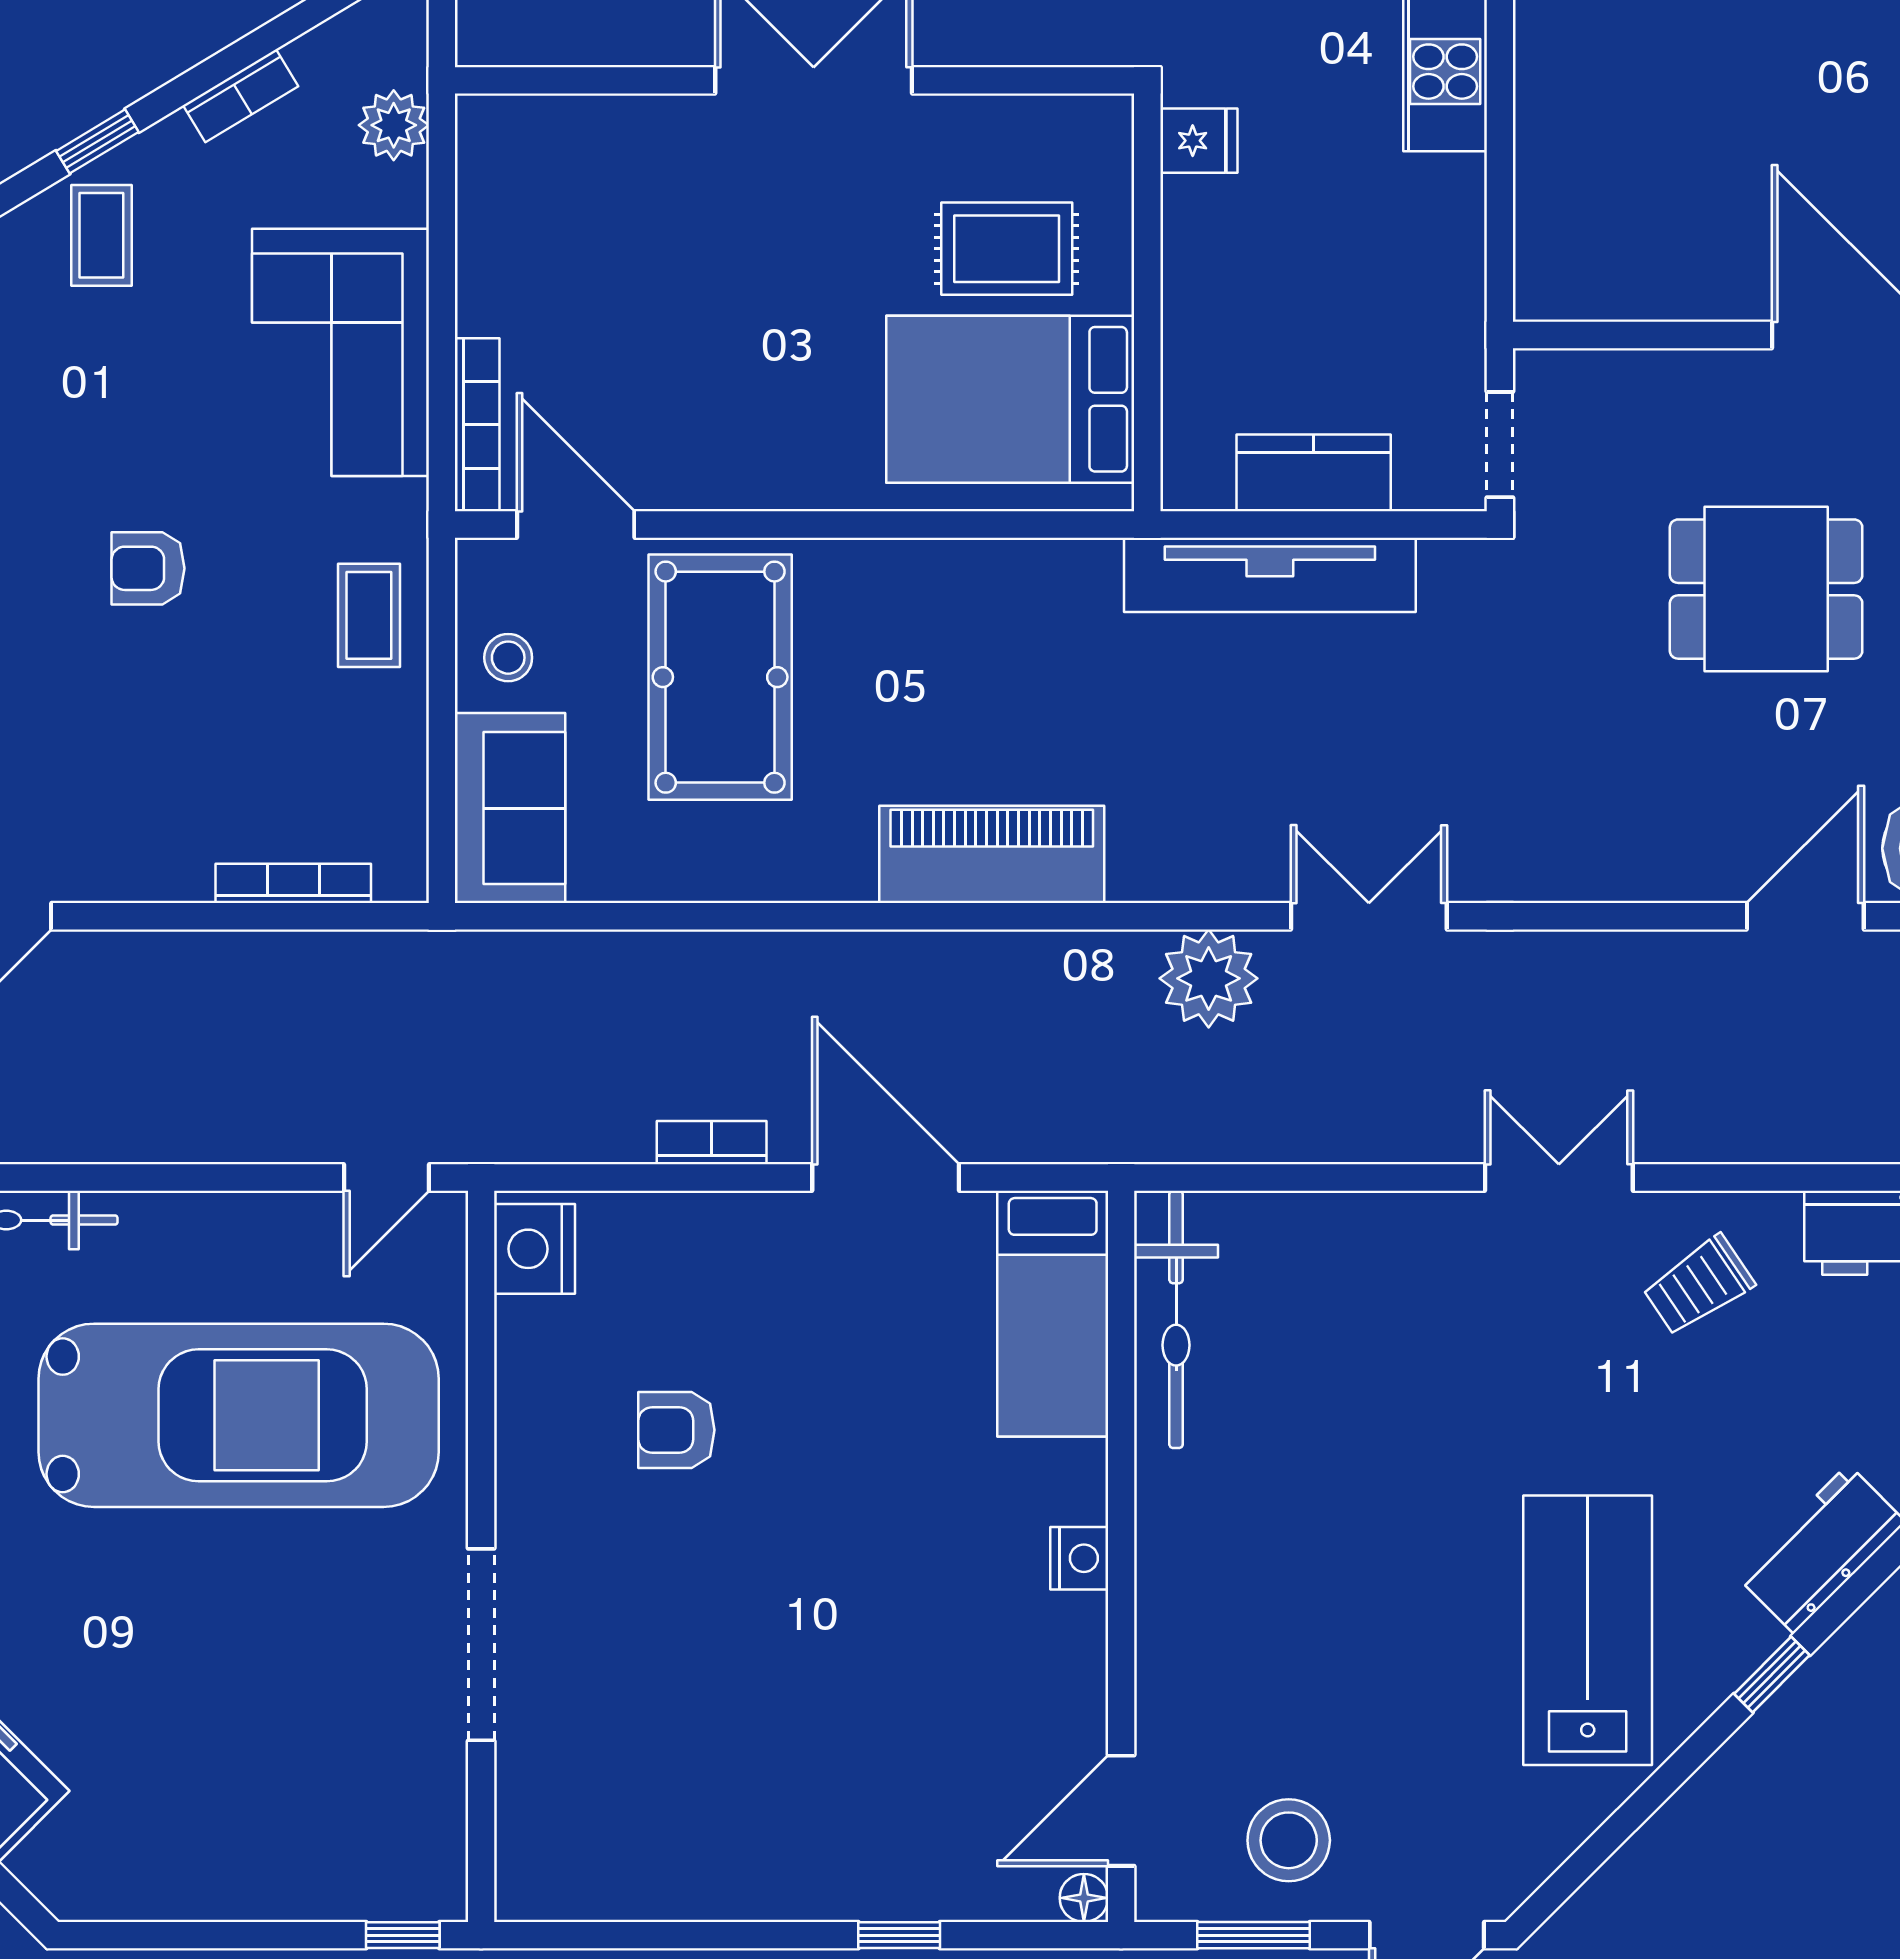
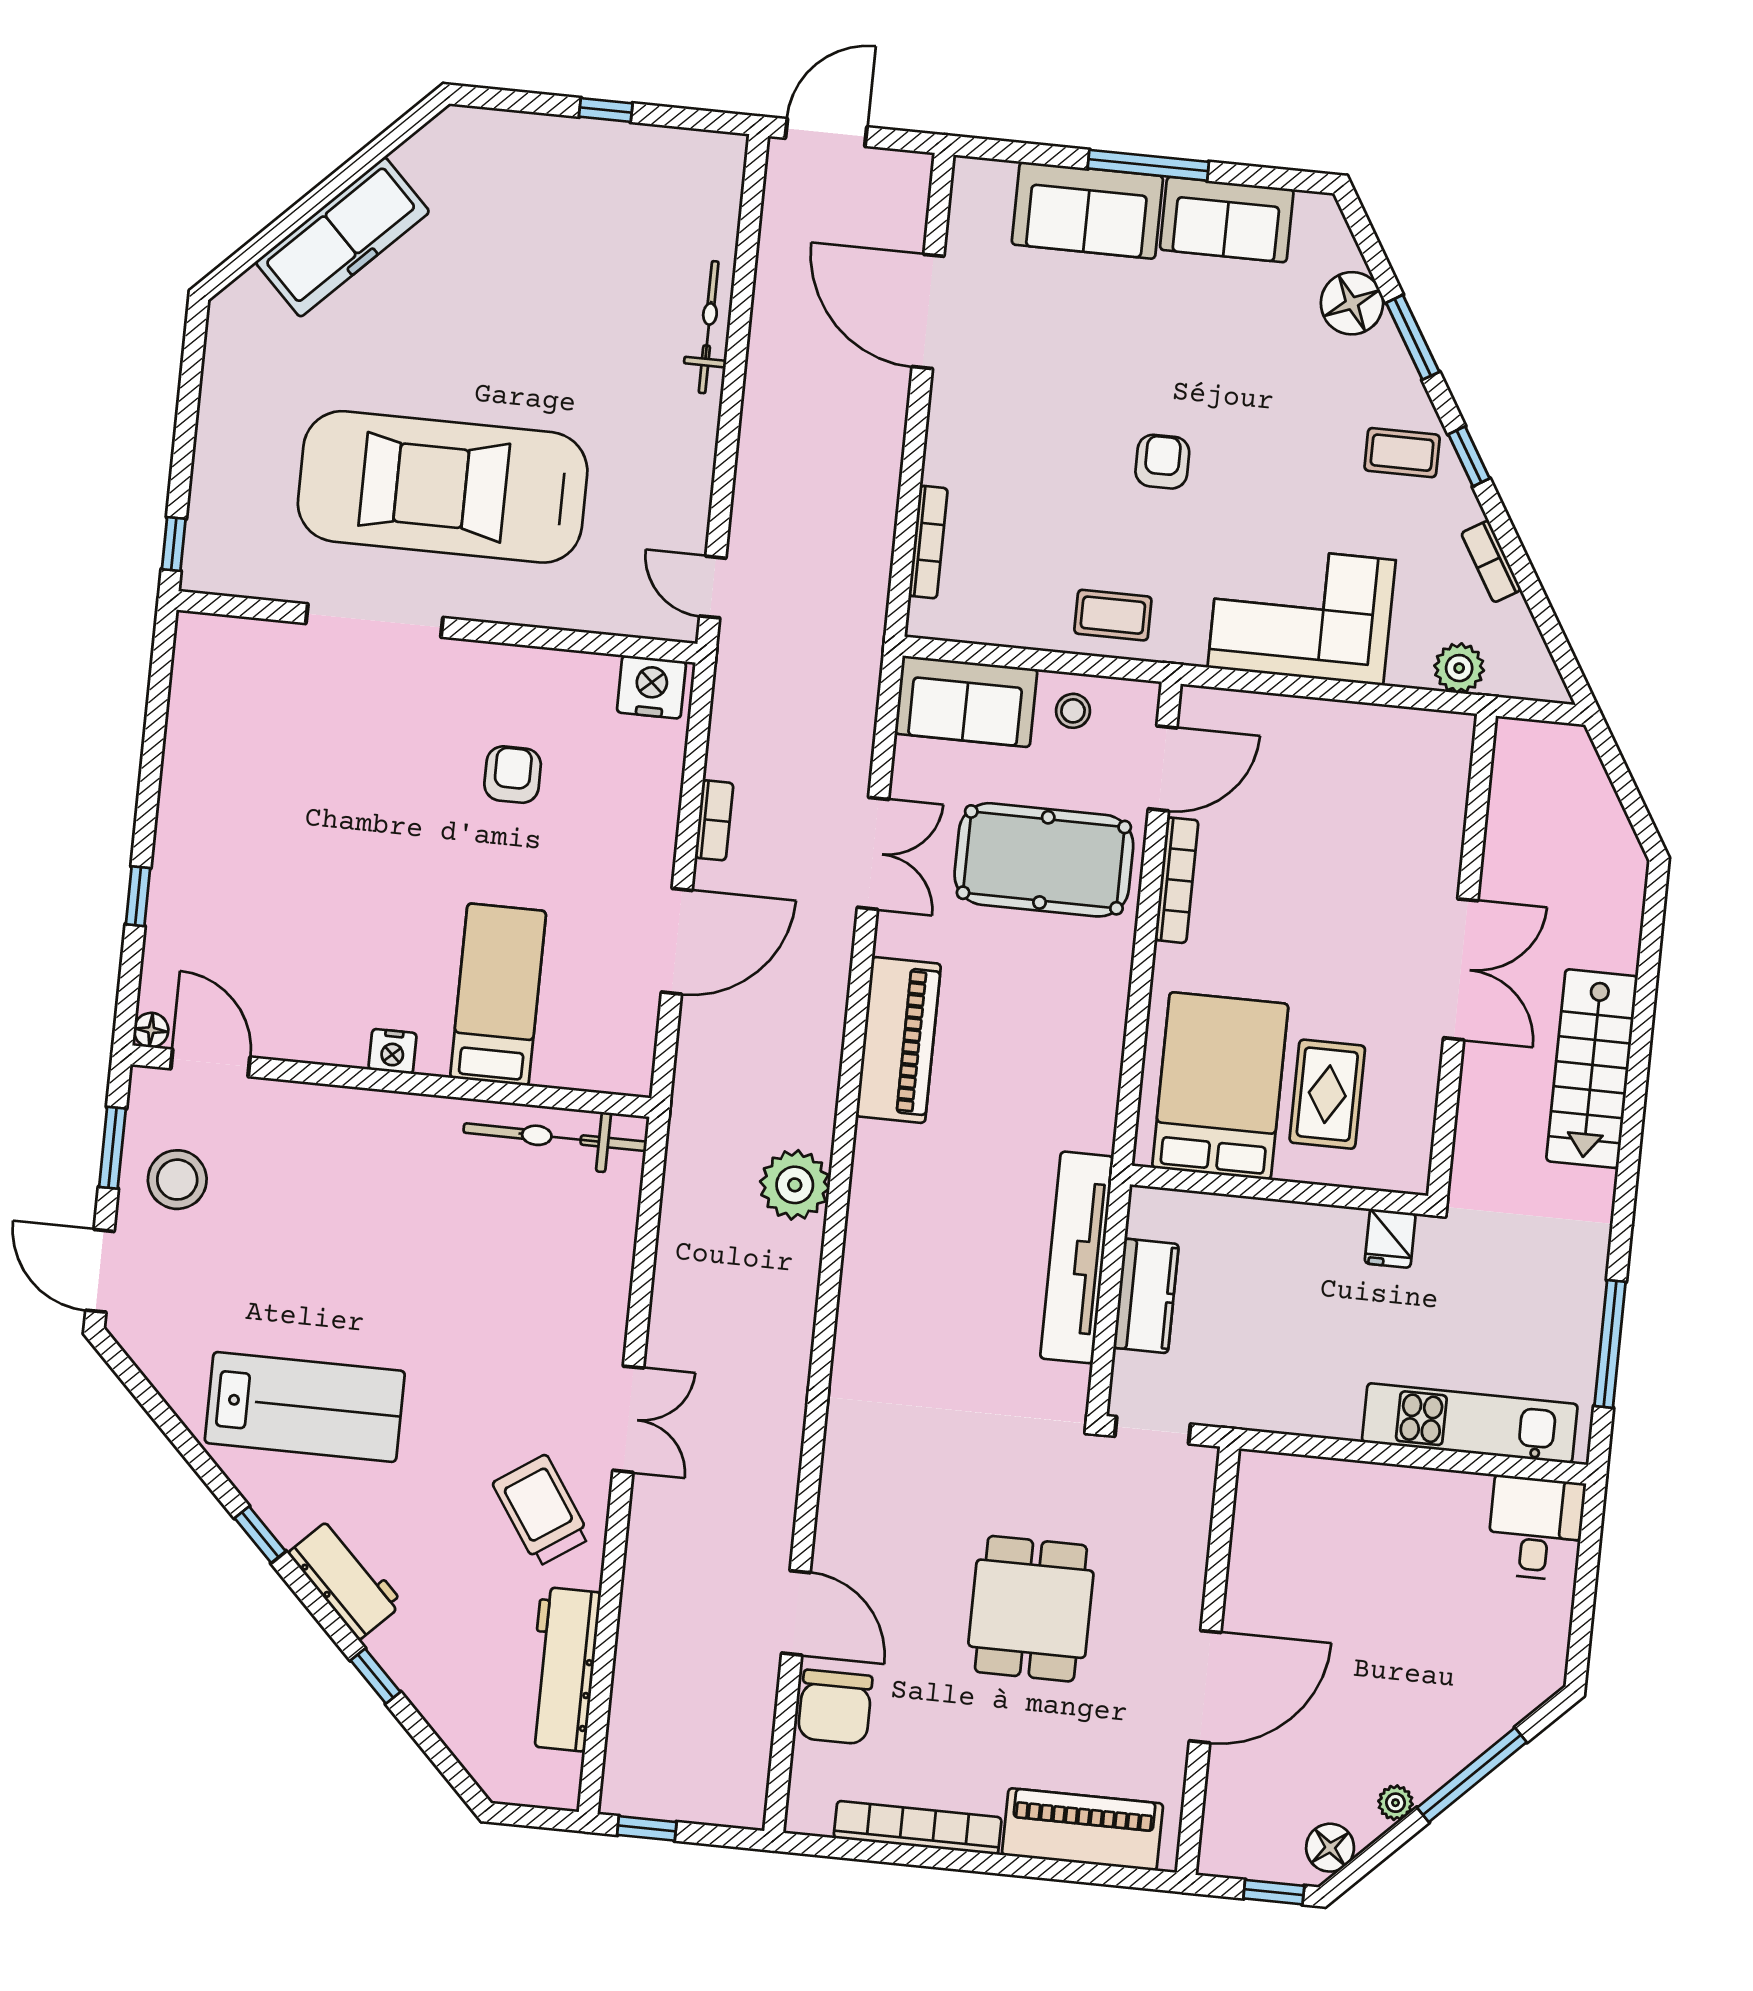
bookcase: (477, 425) -> (1177, 880), moved, turned -90
double door: (1369, 916) -> (873, 853), moved
trolley: (1698, 1285) -> (542, 1510), width x1.36, depth x1.39
bed: (1053, 1314) -> (498, 994), moved, turned 90
car: (239, 1415) -> (443, 487), moved, turned 90

